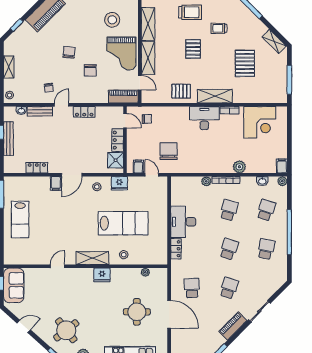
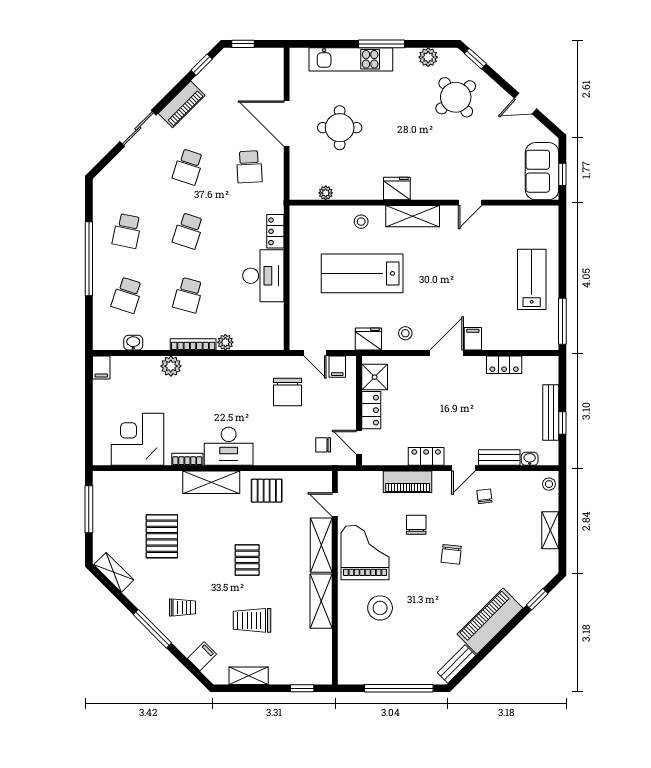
trolley: (219, 28) -> (182, 607), moved
piano: (123, 97) -> (408, 482), moved
plant: (282, 181) -> (100, 342), removed

